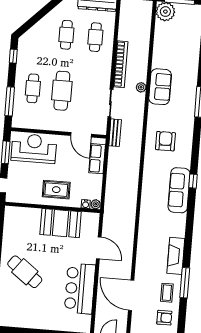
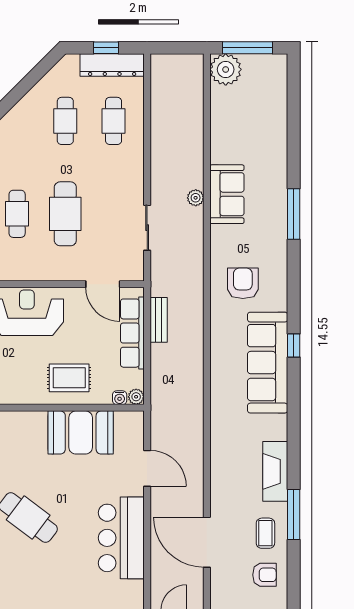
bookcase: (121, 64) -> (159, 162), removed
bench: (115, 133) -> (159, 320), moved
row of seats: (97, 159) -> (132, 333), width x1.48
sofa: (179, 190) -> (268, 363), width x1.36, depth x1.27

